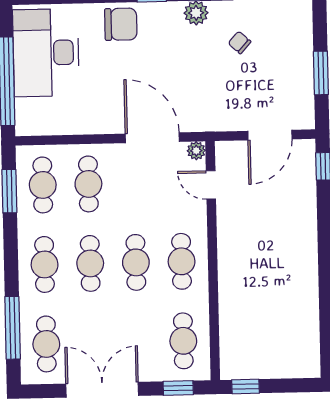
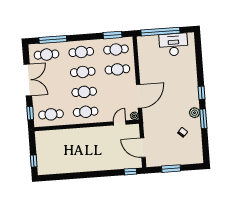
chair: (121, 24) -> (188, 80), removed
desk: (46, 53) -> (174, 45), width x0.73, depth x0.77
window: (246, 387) -> (34, 161), moved

